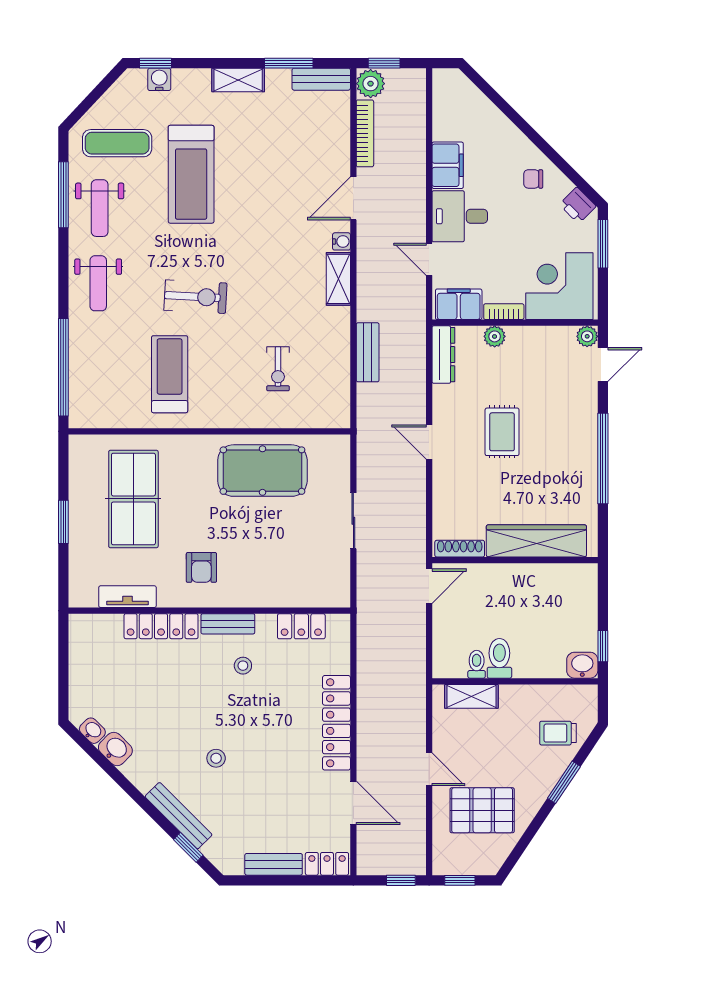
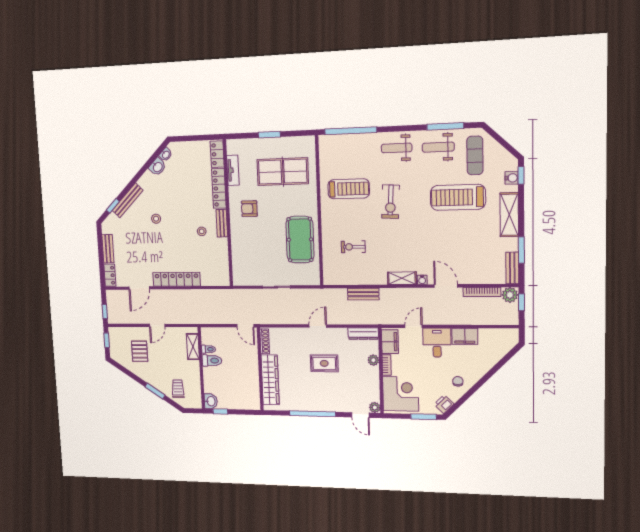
shelving: (238, 80) -> (509, 215), width x1.50, depth x1.33
locker: (301, 626) -> (217, 154), moved
pallet: (482, 810) -> (140, 351), width x0.67, depth x0.71

